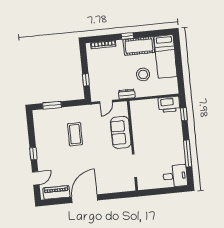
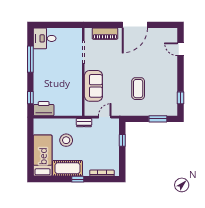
window: (33, 154) -> (181, 98), moved
door: (36, 178) -> (181, 49), hinge flipped
piano: (56, 192) -> (105, 34), moved

